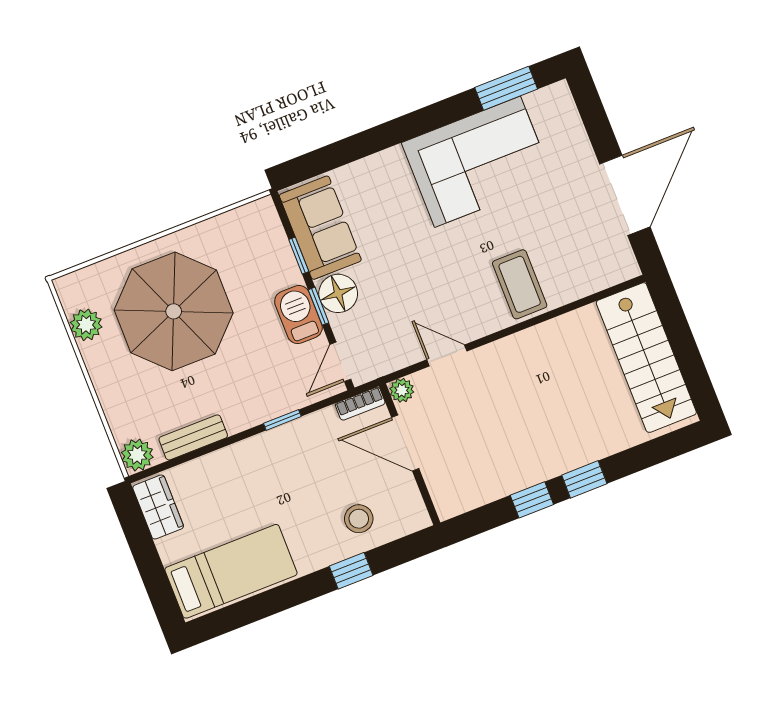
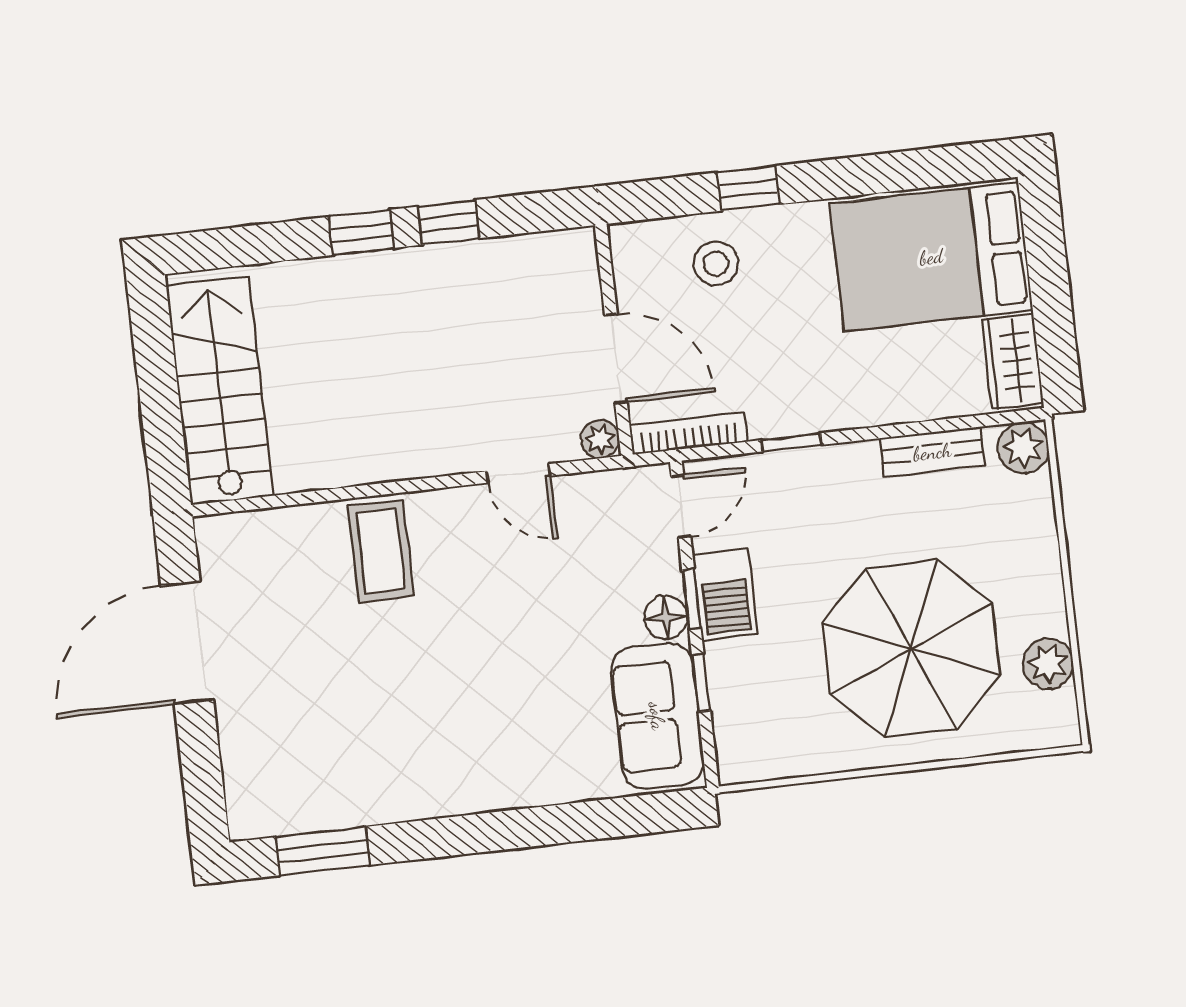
corner sofa: (477, 162) -> (395, 752), removed
floor lamp: (338, 293) -> (666, 617), width x0.73, depth x0.73
bookcase: (360, 404) -> (688, 433), width x1.56
bed: (231, 571) -> (931, 257), width x1.50

